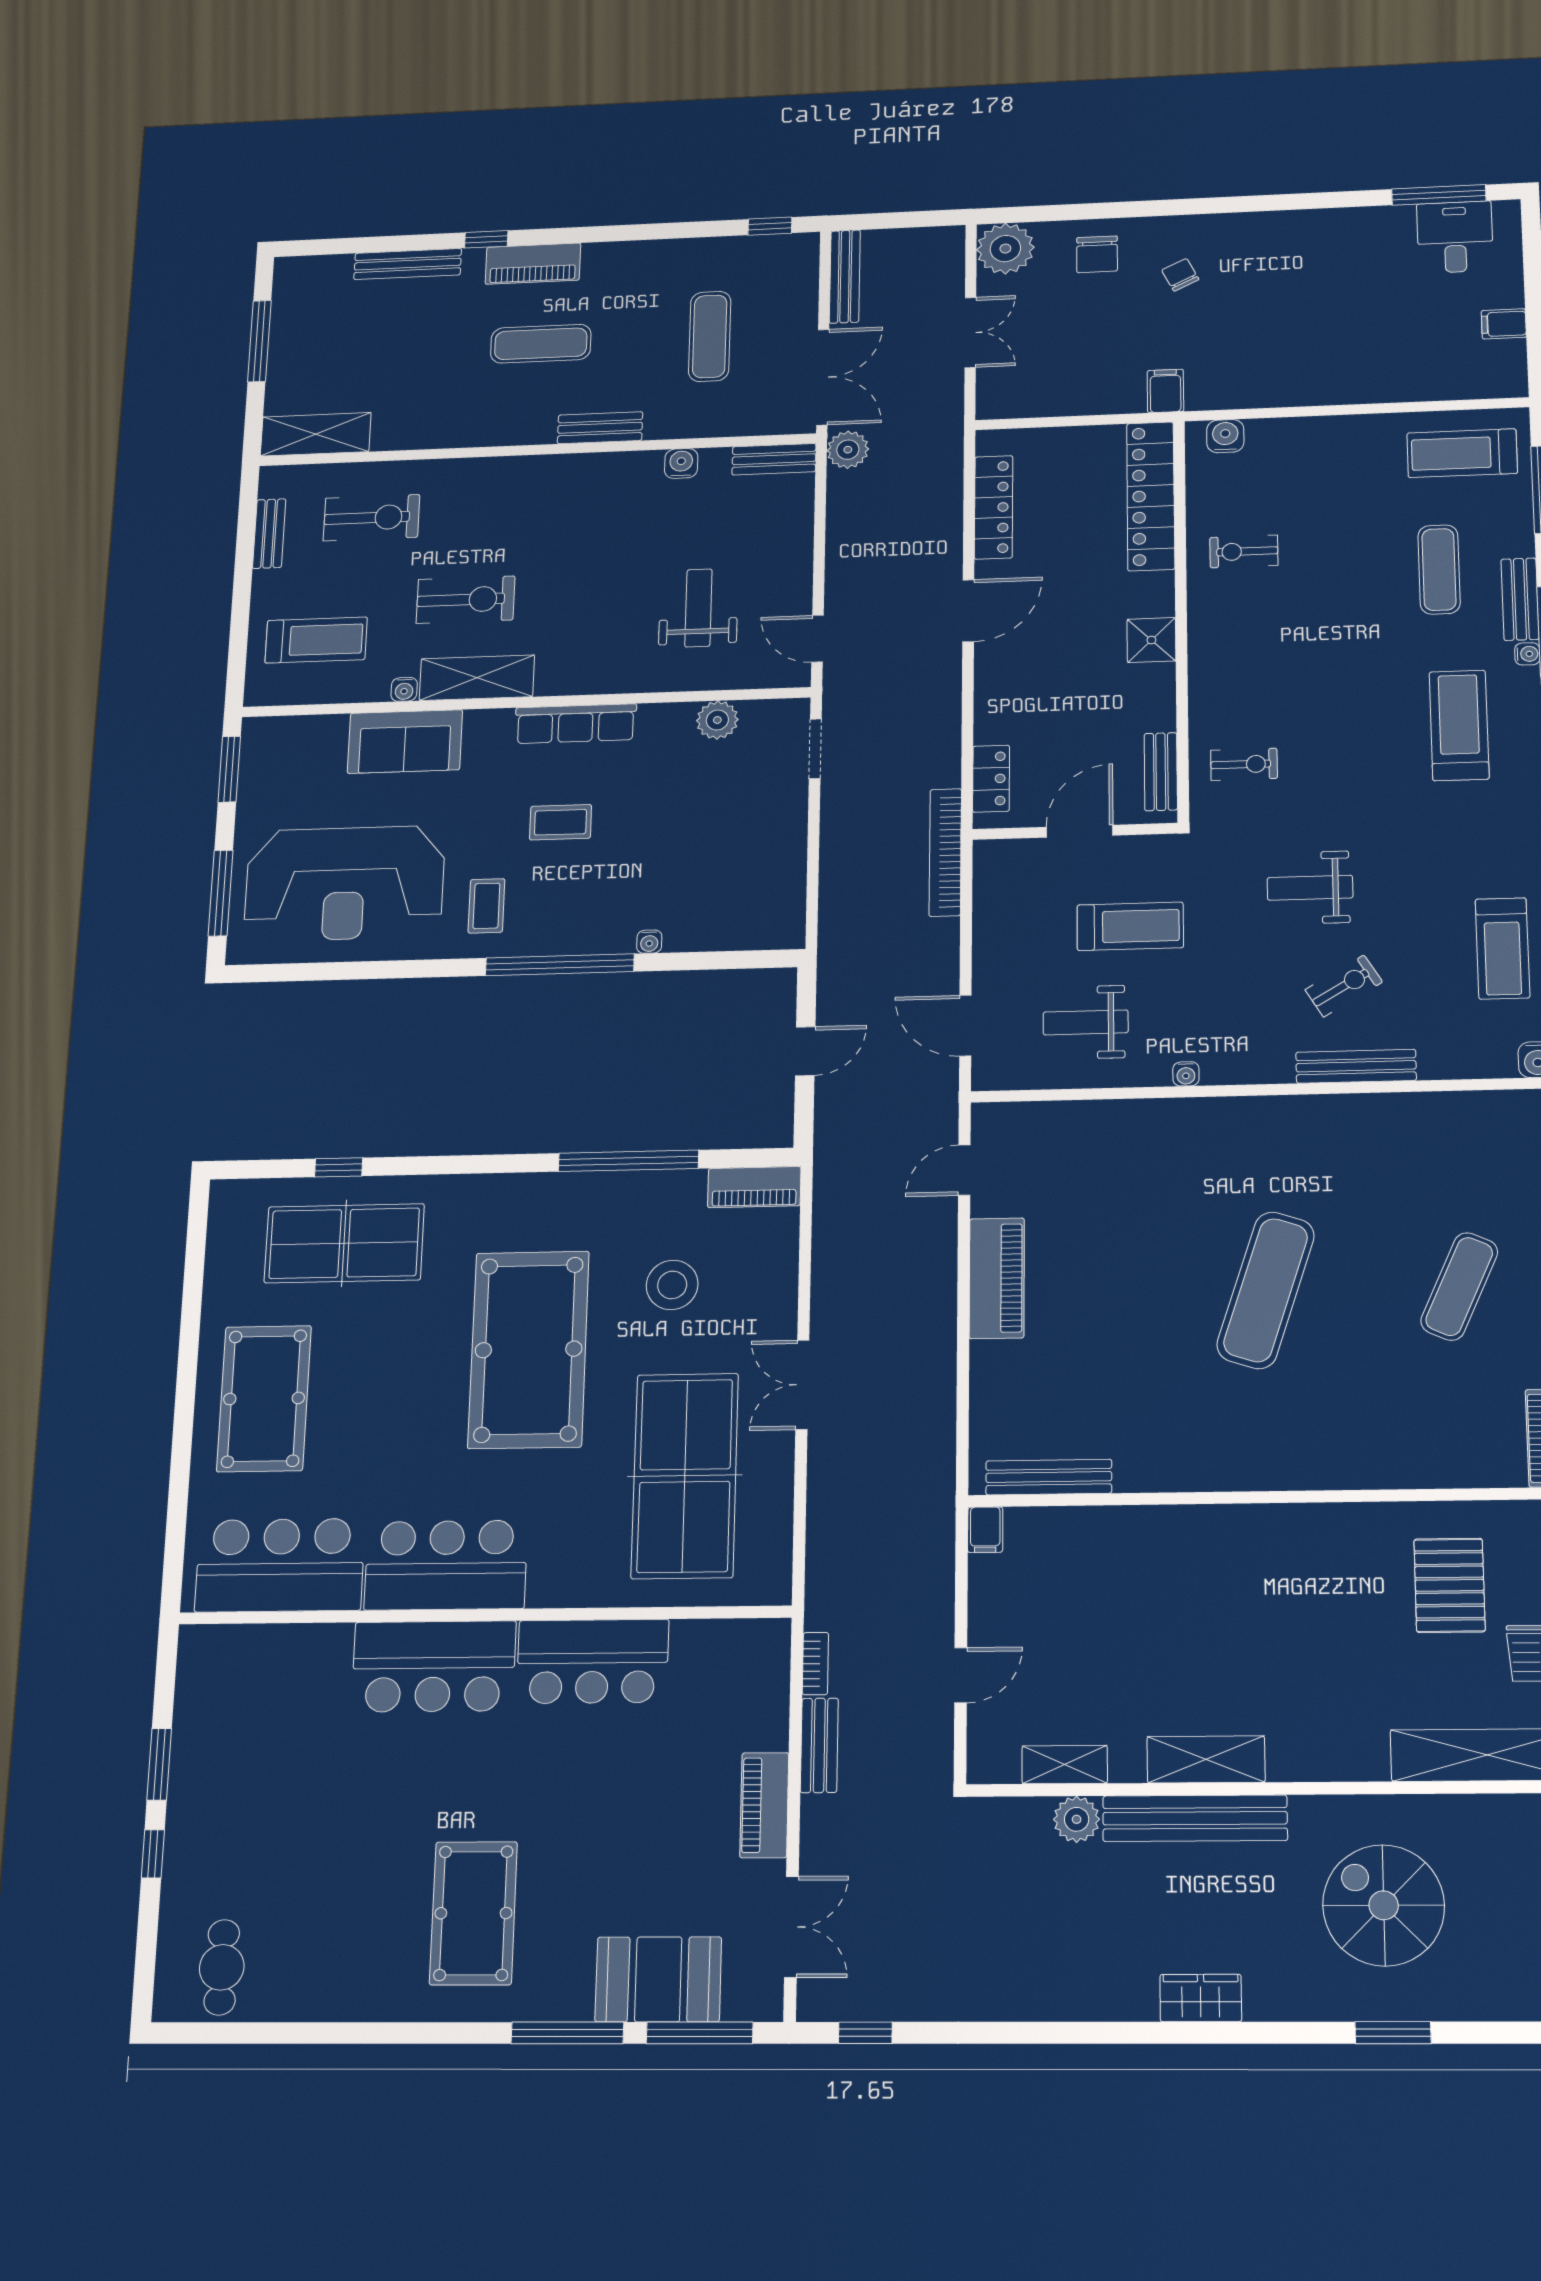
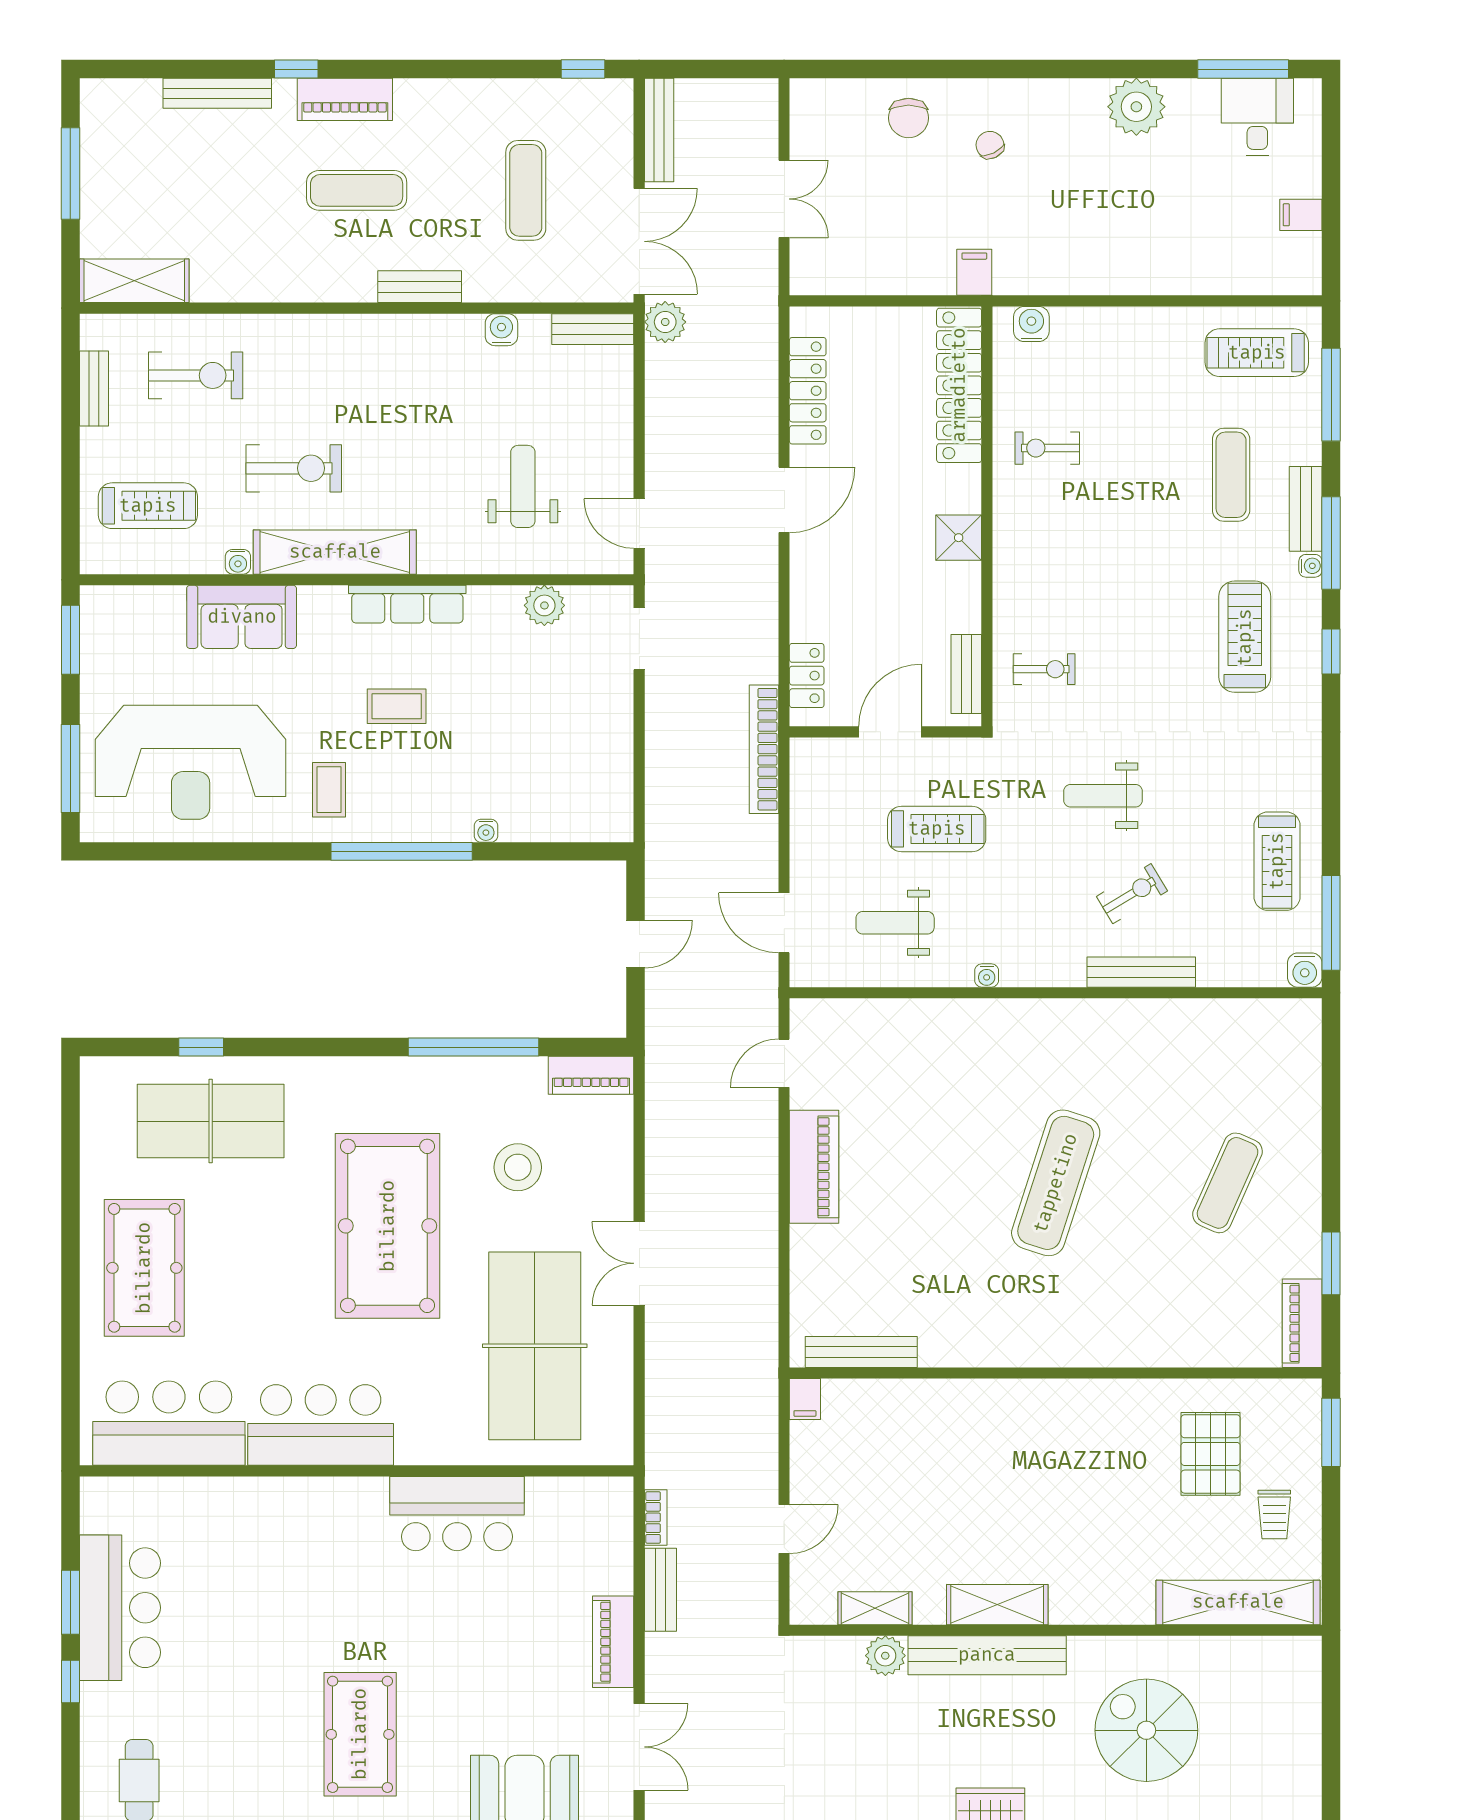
plant: (1005, 249) -> (1136, 107), moved
shelving: (477, 678) -> (335, 552), width x1.47
bar counter: (434, 1666) -> (120, 1608), moved, turned -90

